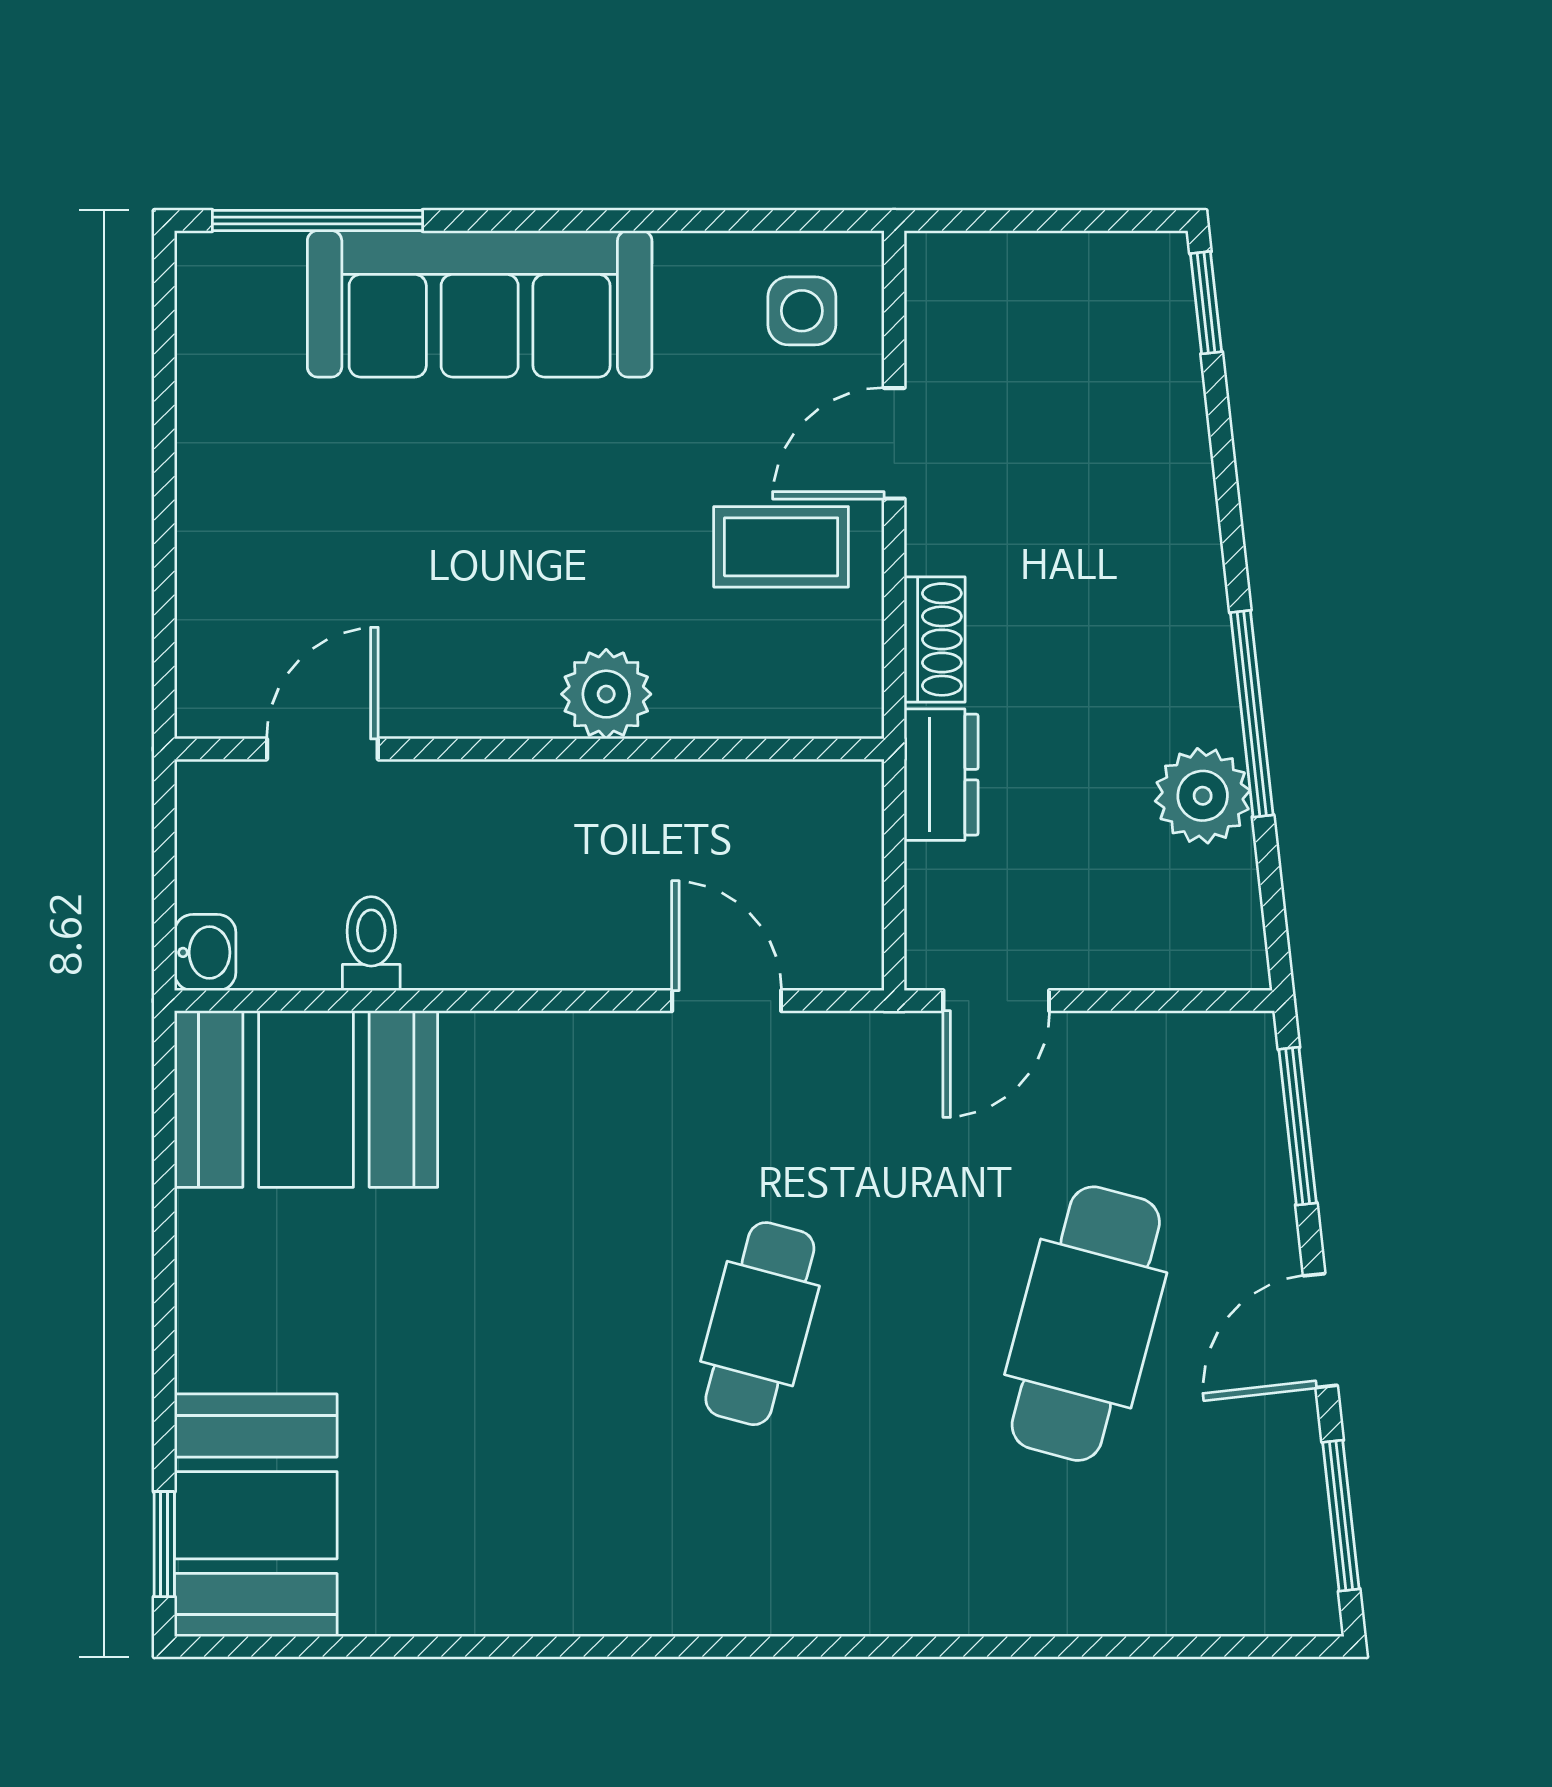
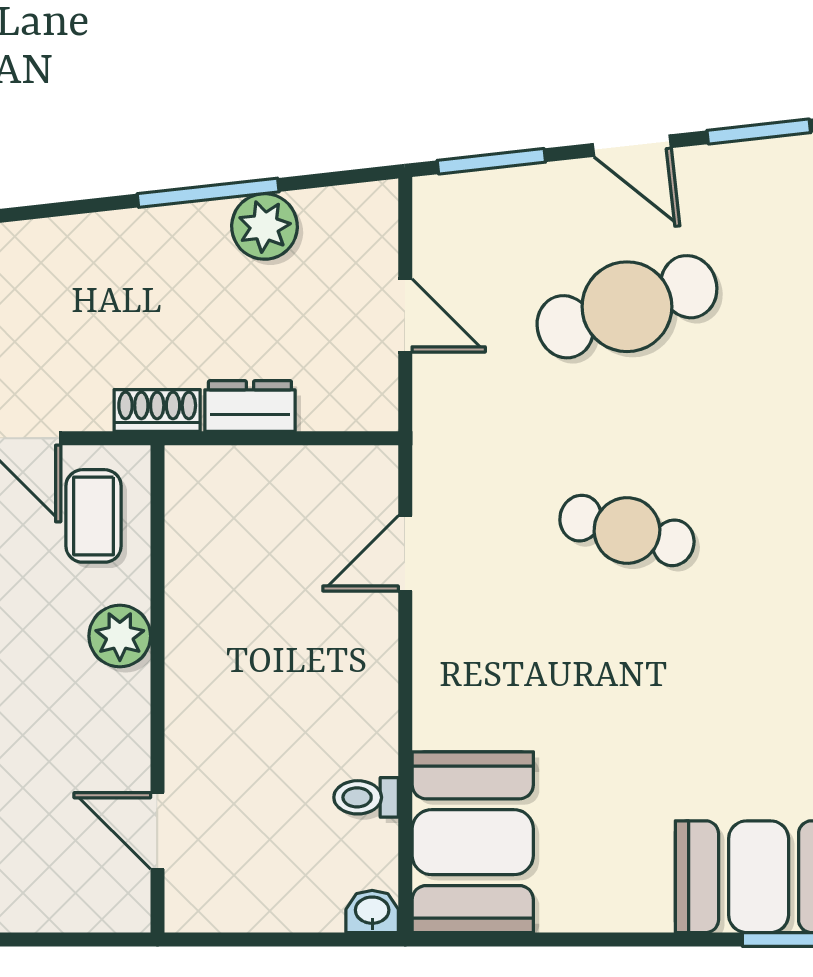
plant: (606, 694) -> (120, 636), moved
door: (322, 749) -> (157, 831), moved
wall: (529, 749) -> (157, 689), moved
door: (996, 1001) -> (405, 315), moved
cafe table: (1086, 1324) -> (627, 307), turned -33

